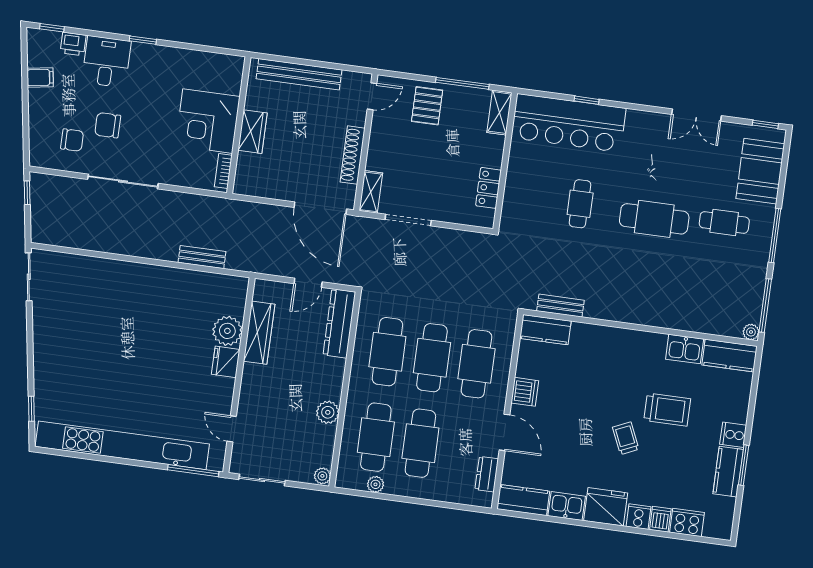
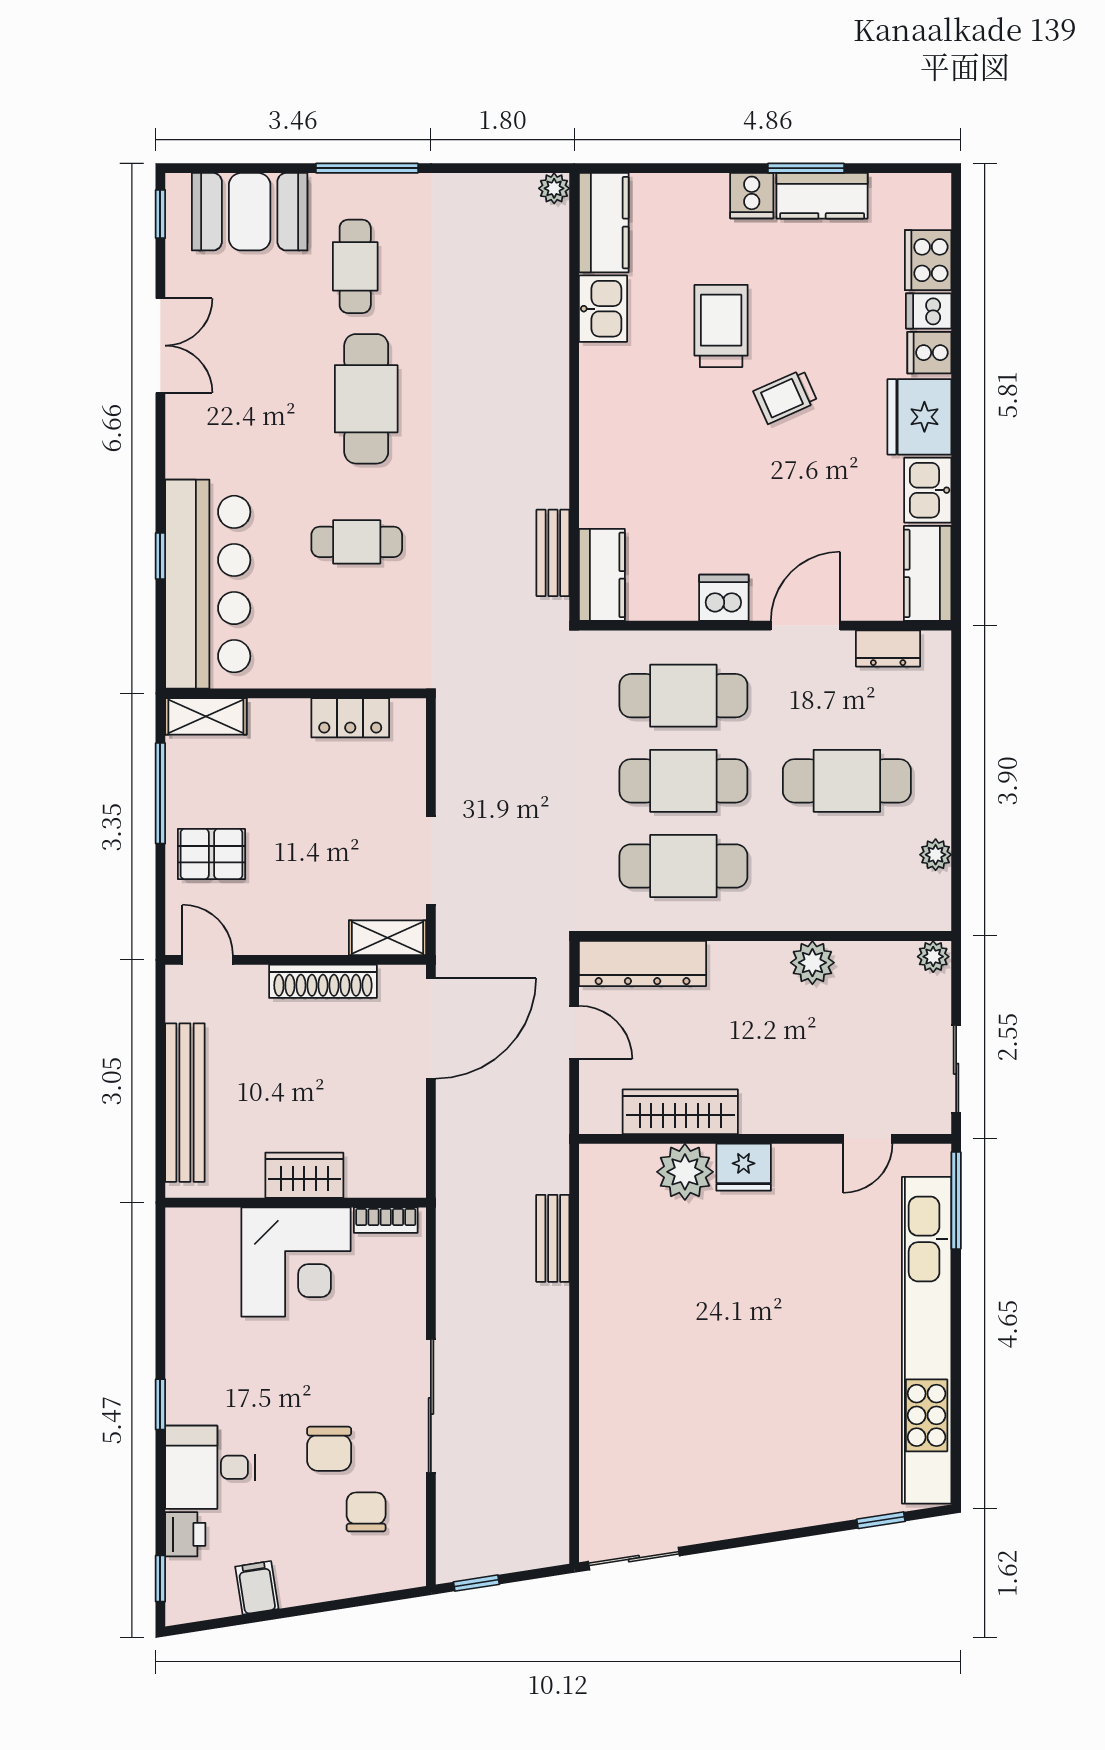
window: (765, 306) -> (501, 168), removed
cafe table: (376, 437) -> (847, 866), removed

